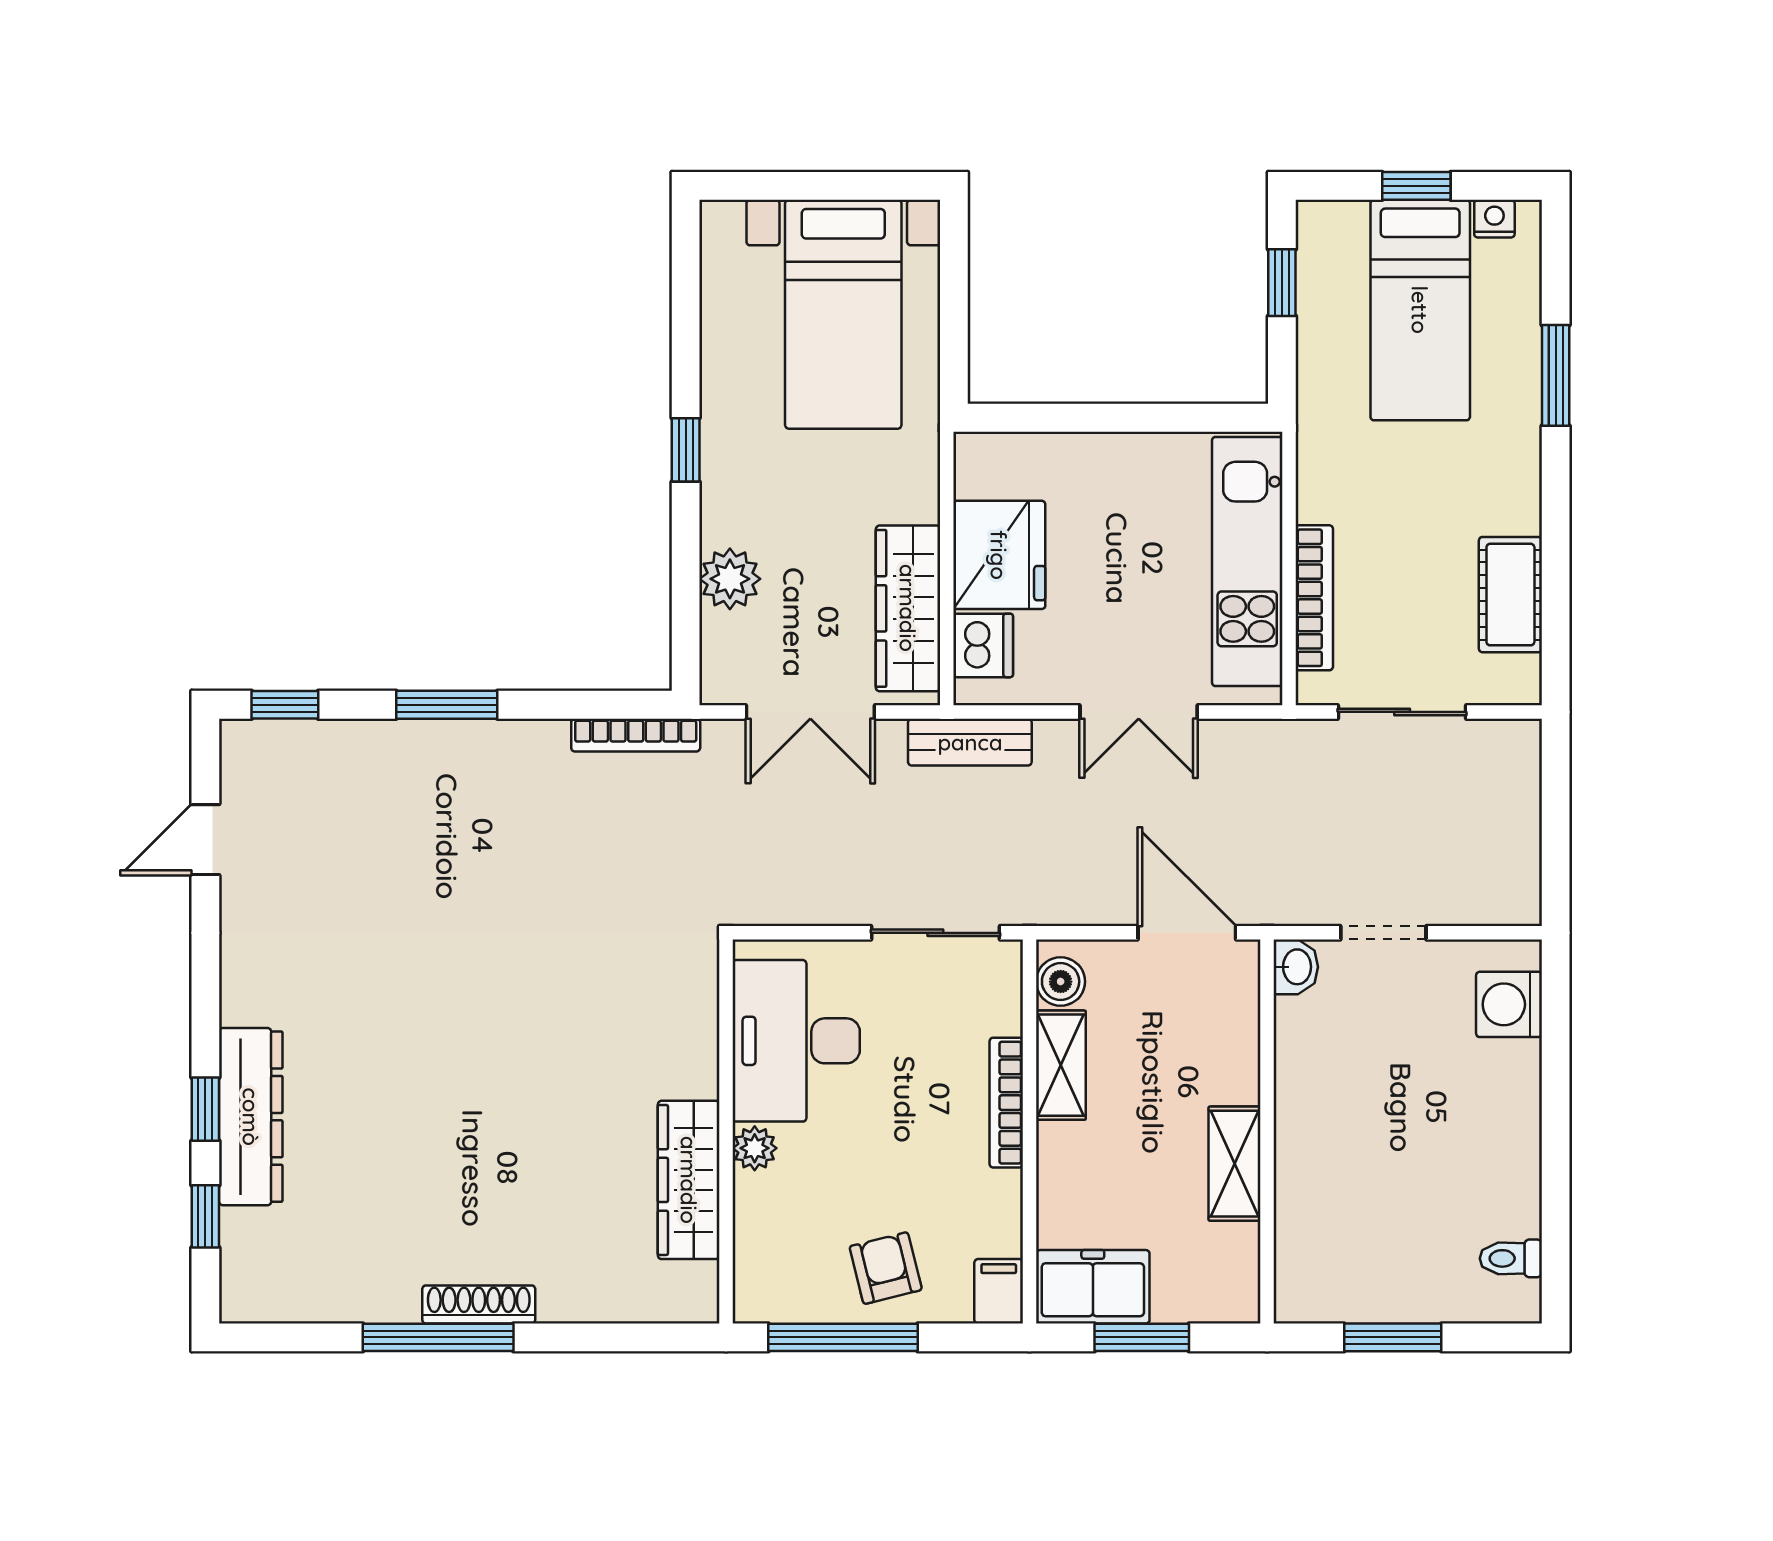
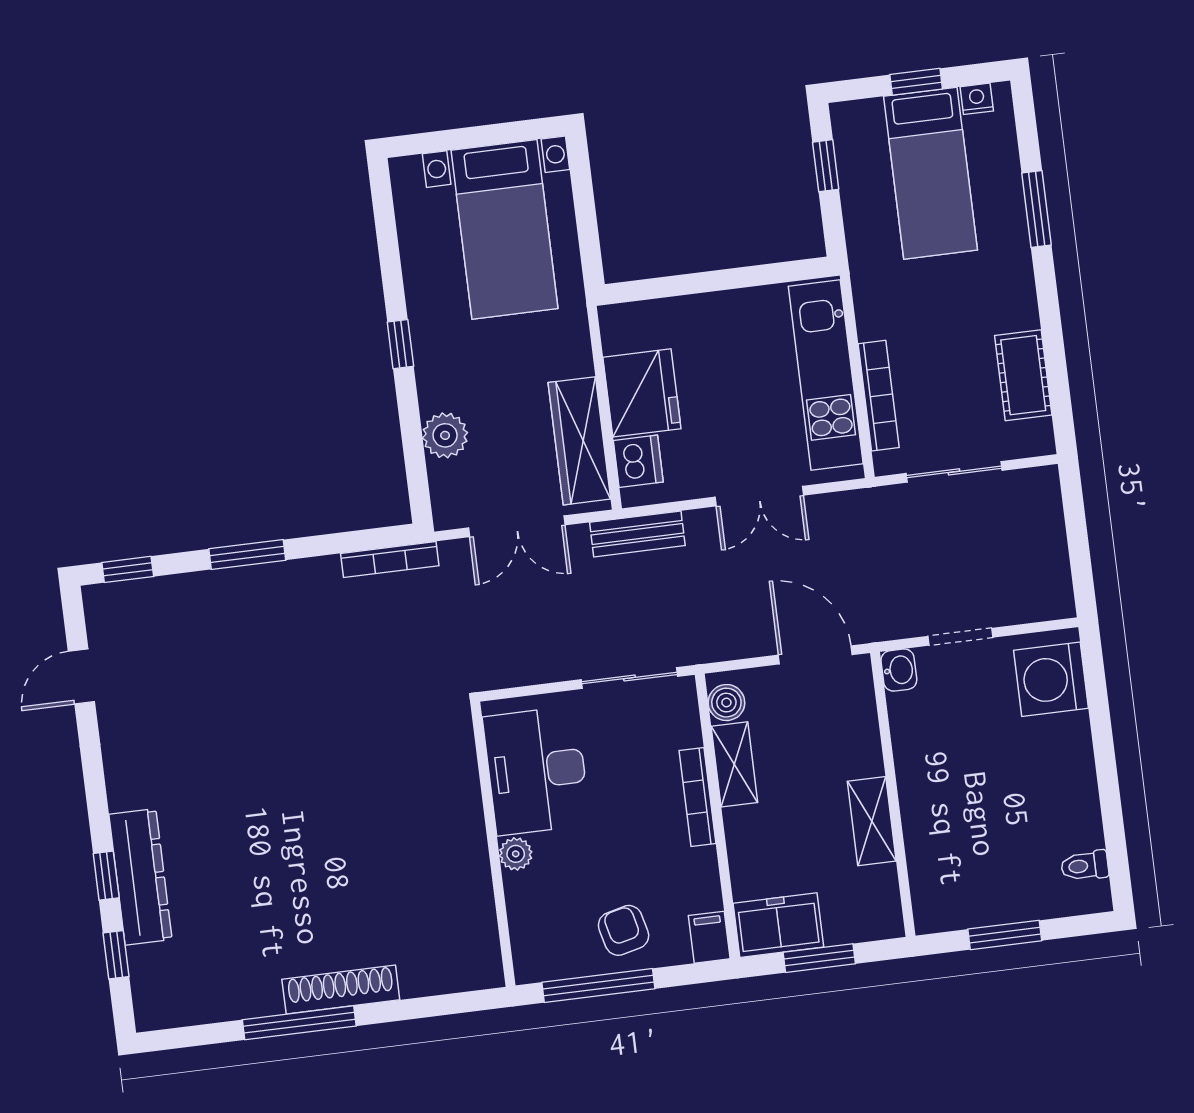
washing machine: (1509, 1004) -> (1051, 679), width x1.37, depth x1.37
wardrobe: (689, 1180) -> (470, 883), removed
shoe rack: (479, 1304) -> (341, 990), width x1.36, depth x1.24

